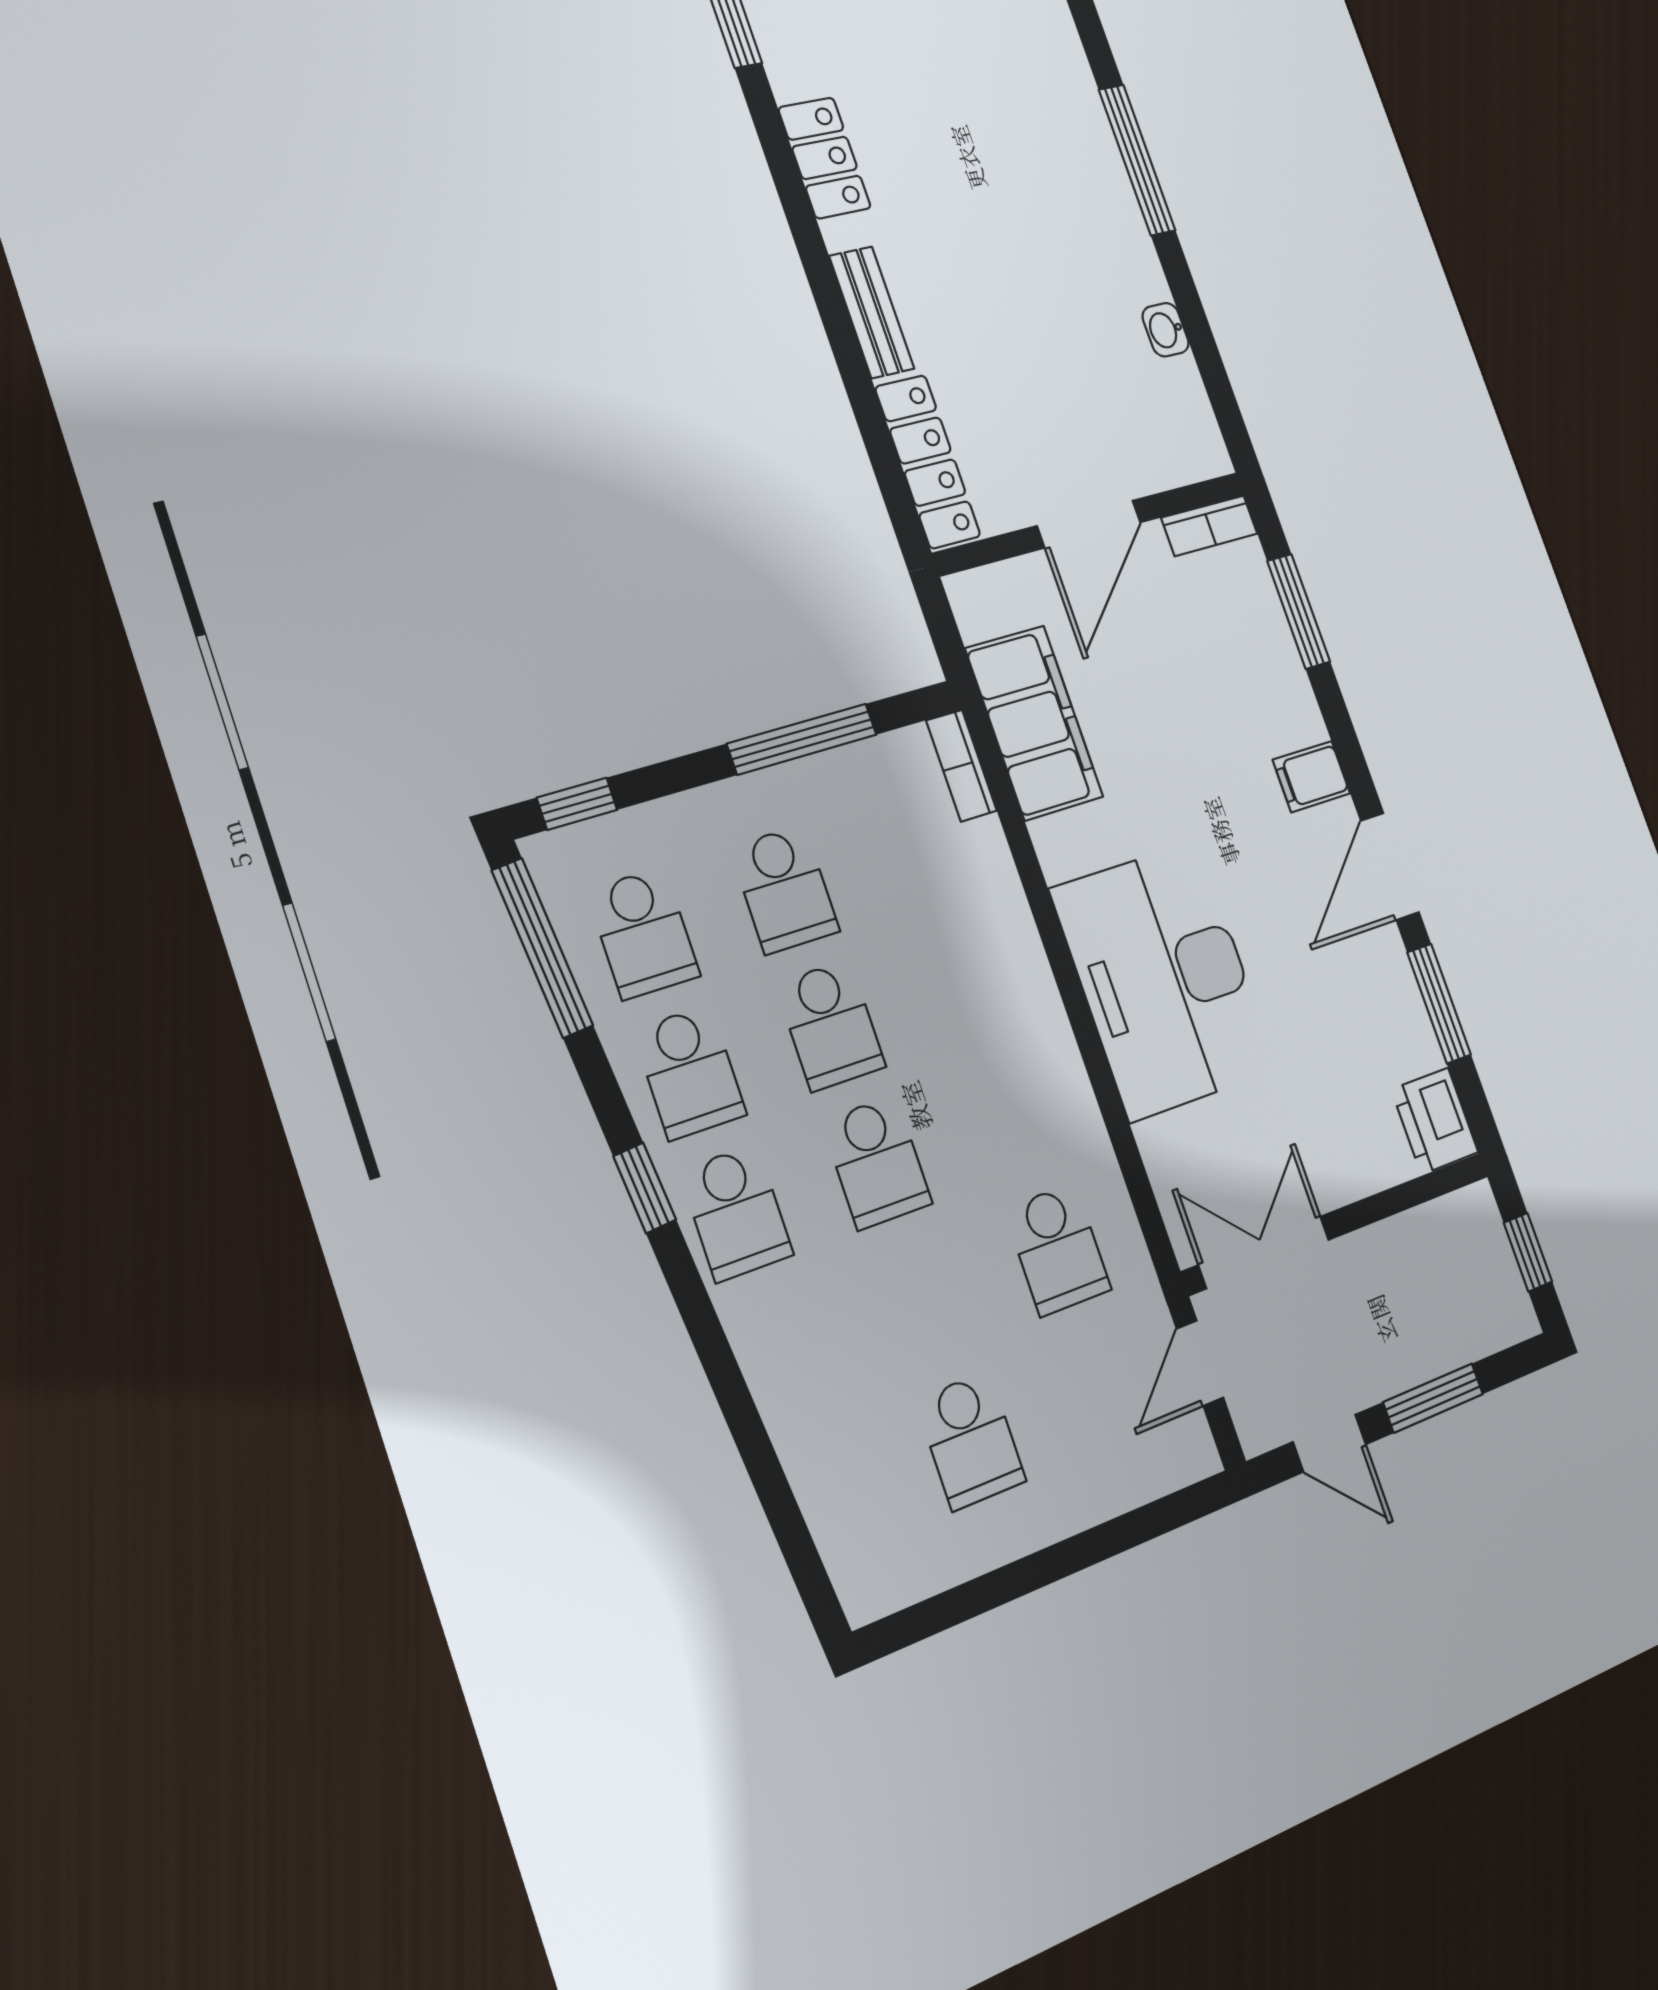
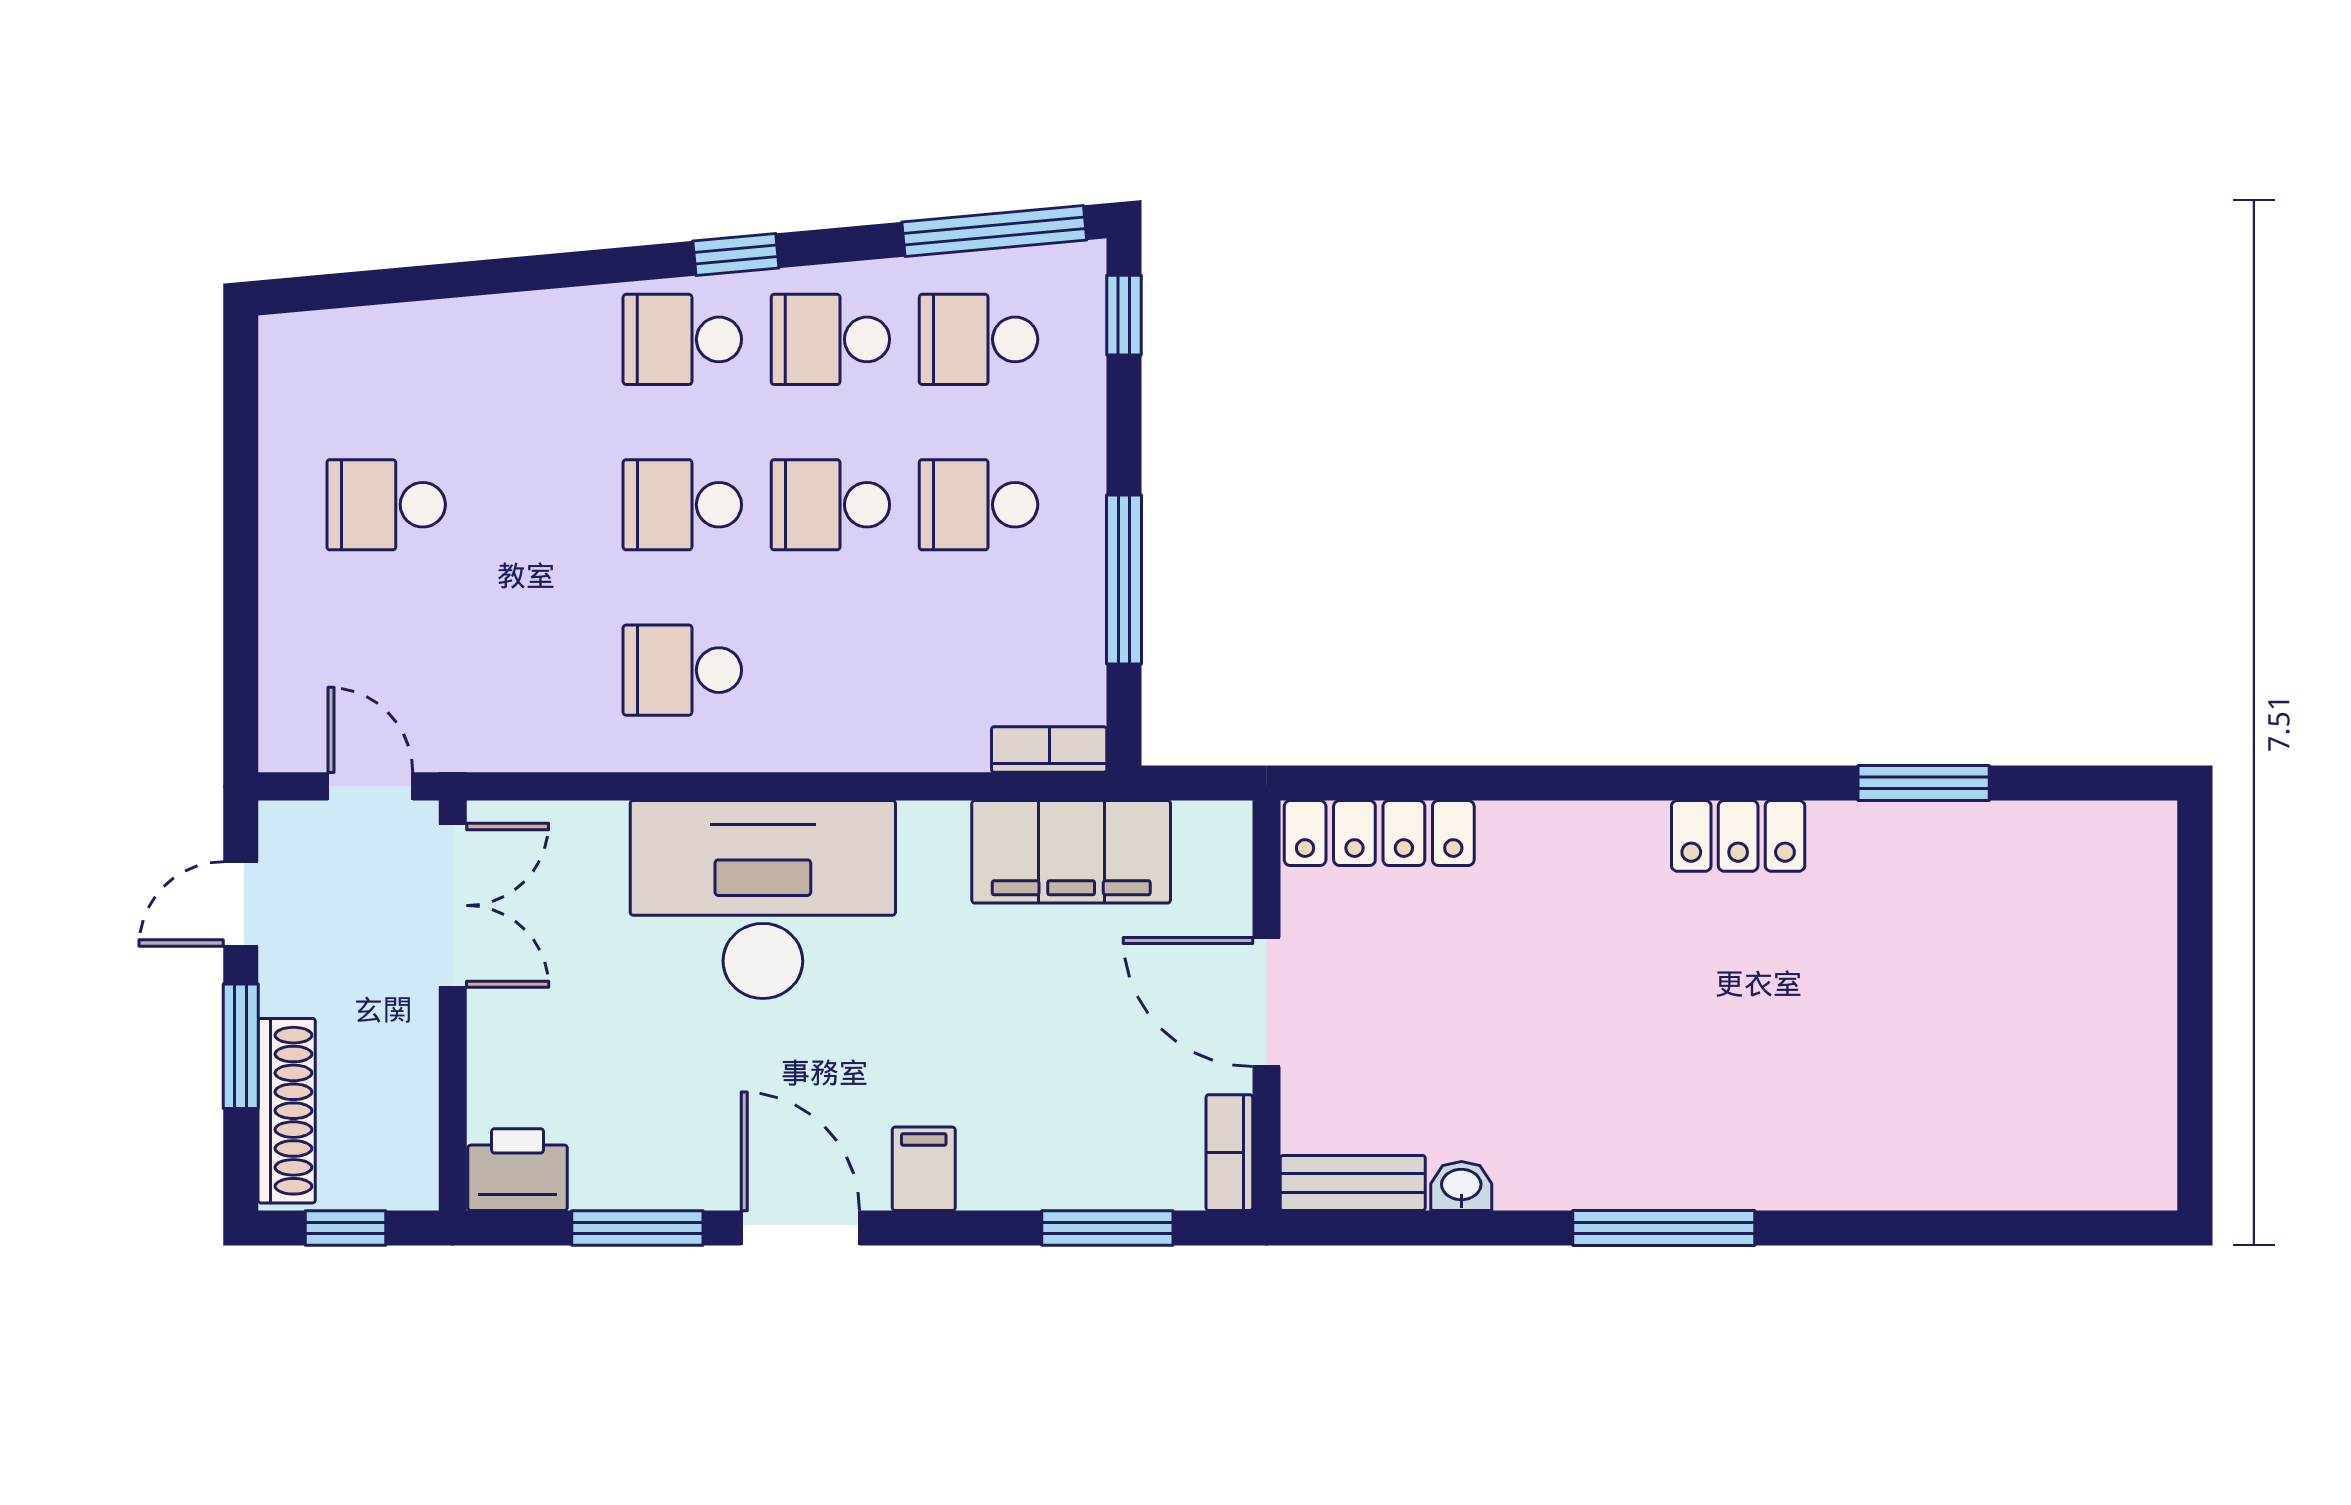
bench: (872, 312) -> (1353, 1183), moved
school desk: (1058, 1249) -> (682, 670), moved
shoe rack: (1465, 1338) -> (287, 1111), added

